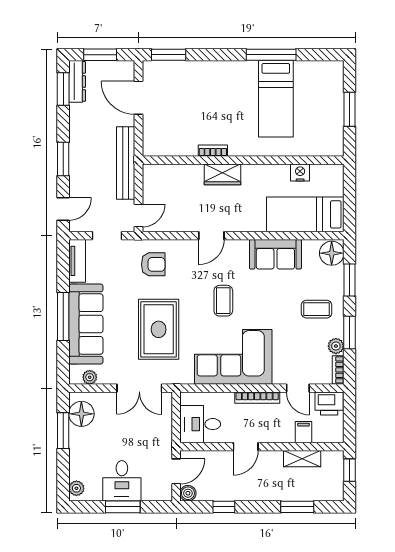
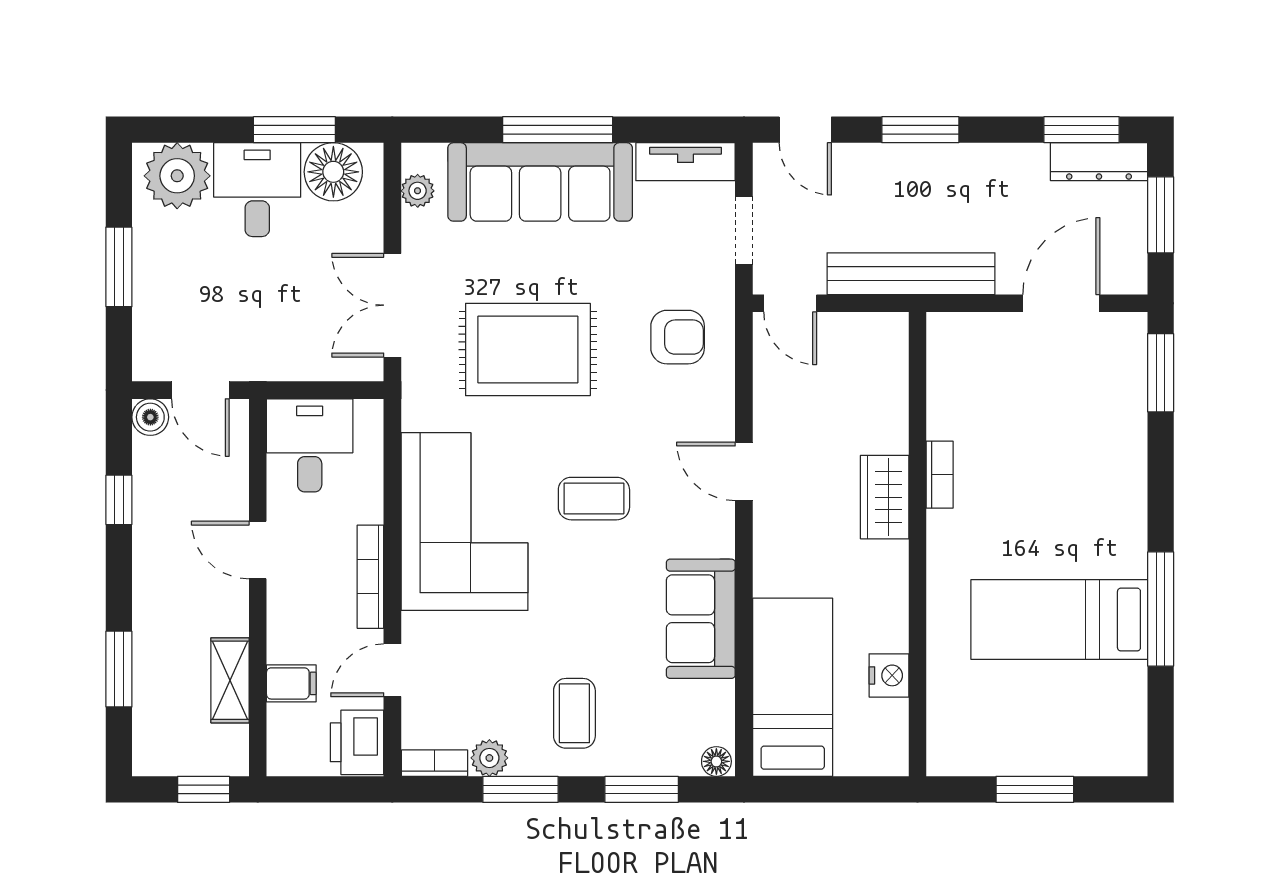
floor lamp: (332, 253) -> (716, 761), width x0.53, depth x0.53
armchair: (153, 264) -> (678, 337), turned -90
desk: (122, 481) -> (257, 190), moved, turned 90
plant: (76, 488) -> (177, 176), width x1.87, depth x1.87

